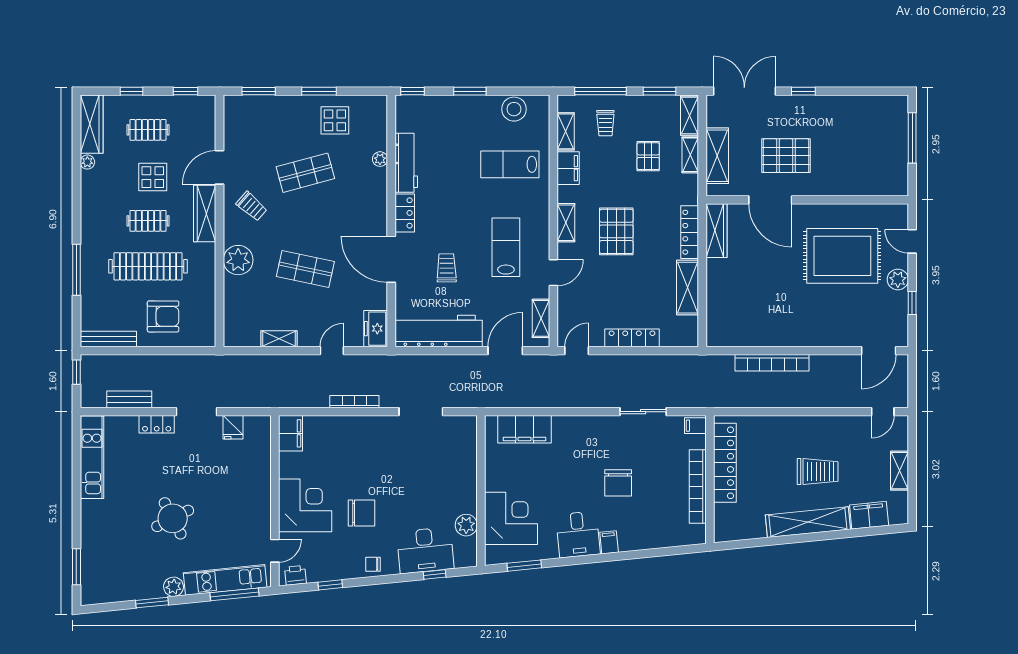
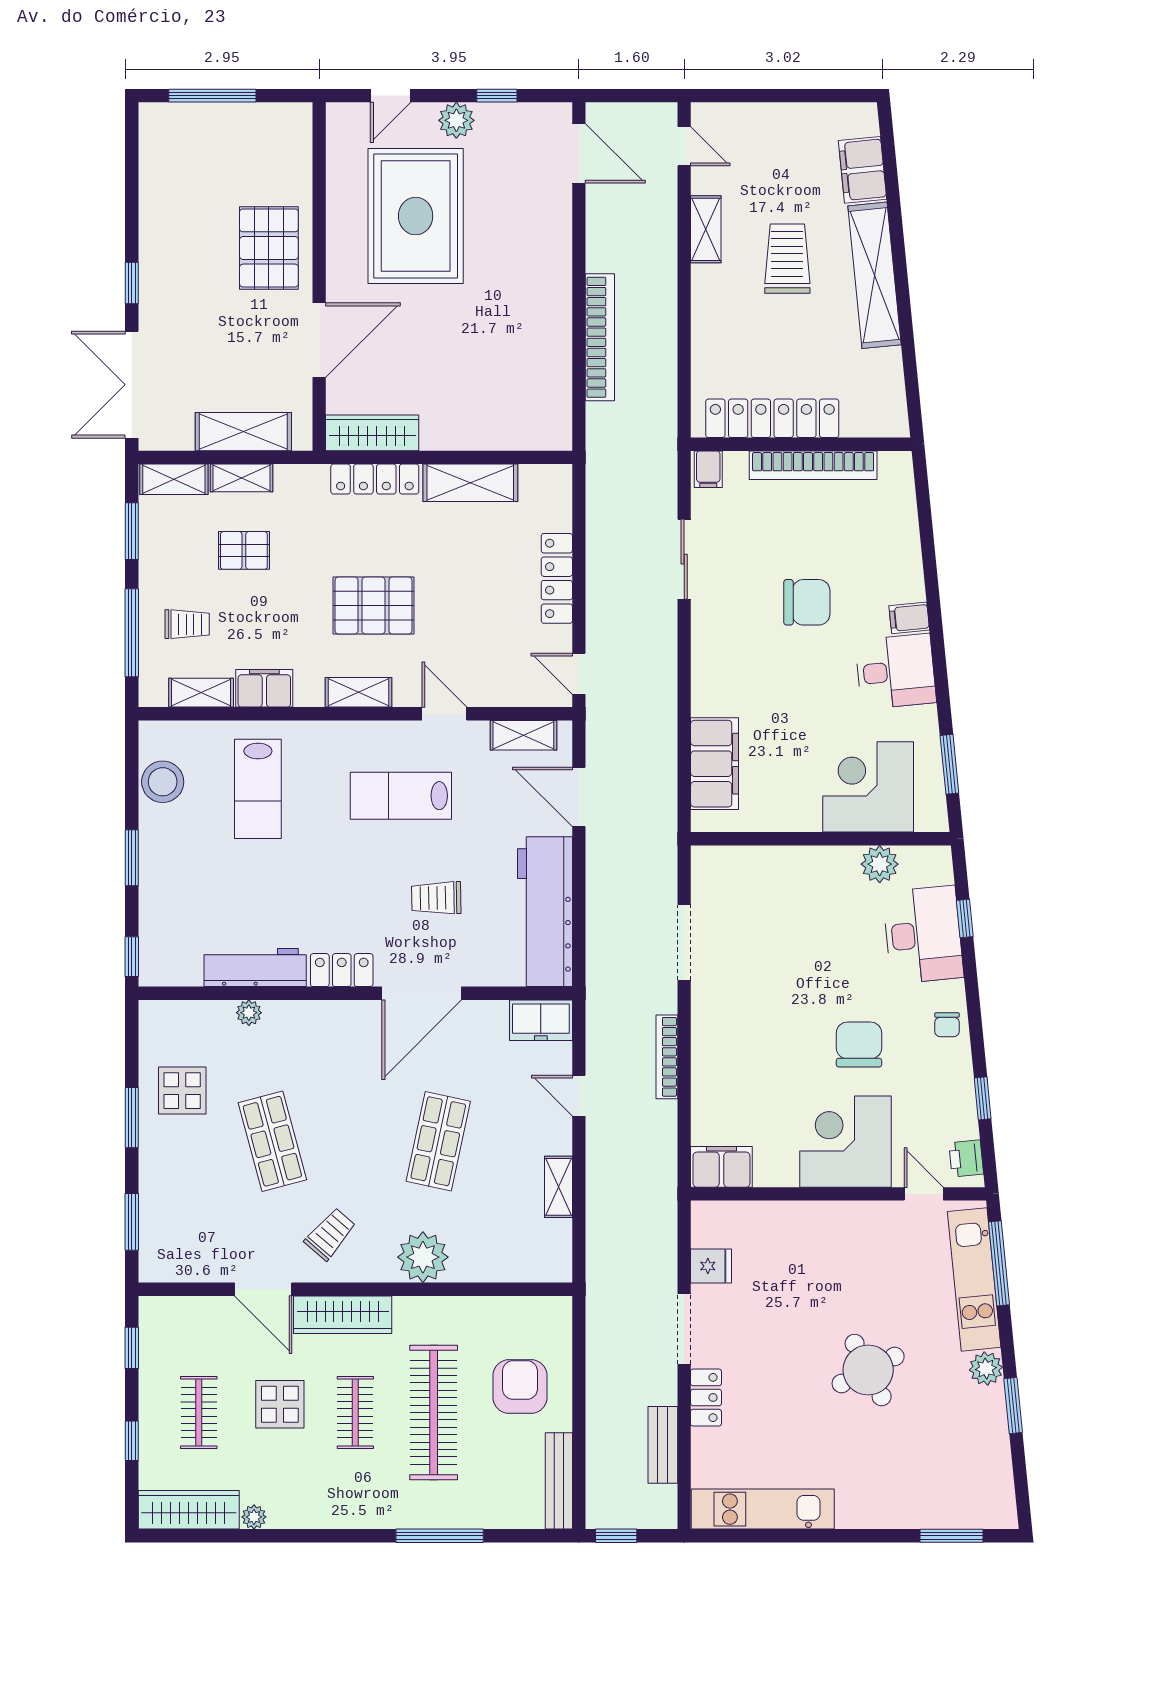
pallet: (786, 156) -> (269, 248), moved
shelving: (900, 471) -> (706, 229), moved, turned 90

